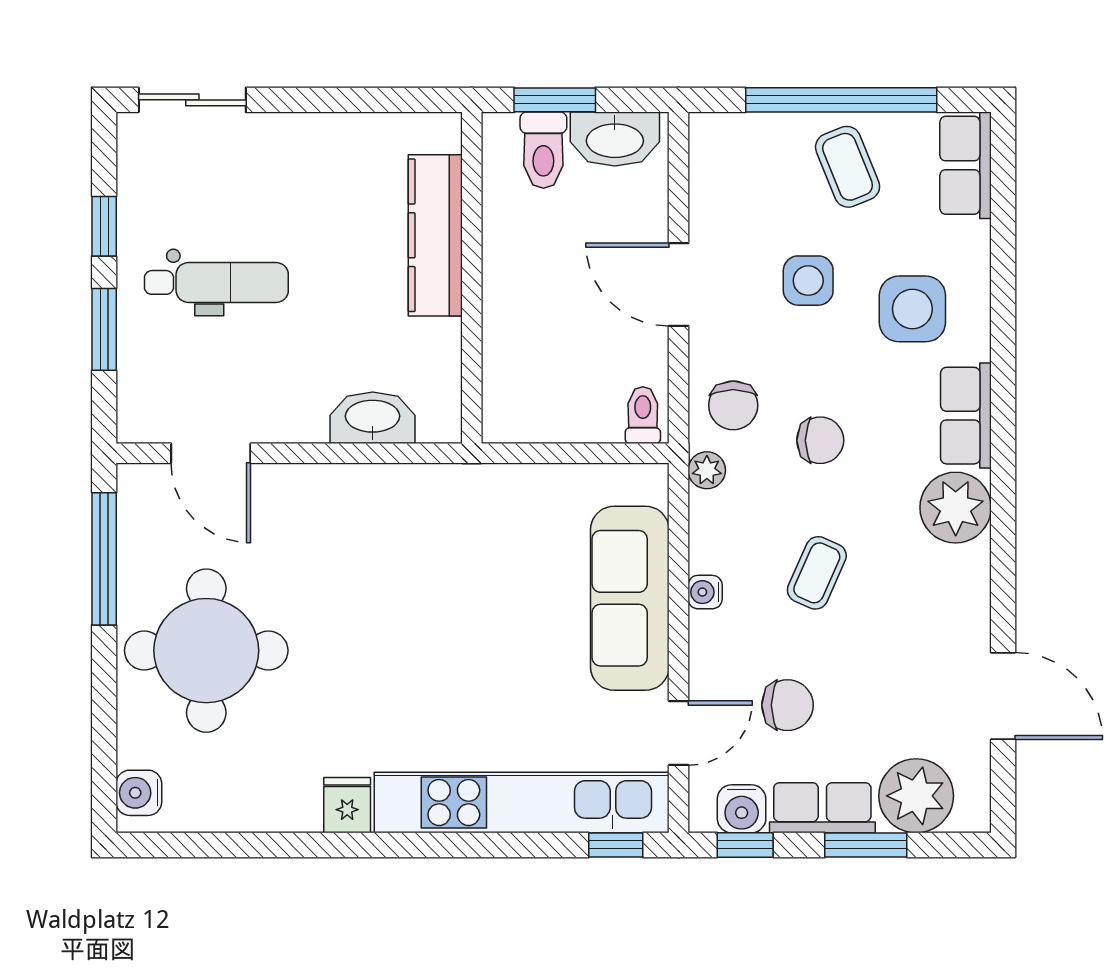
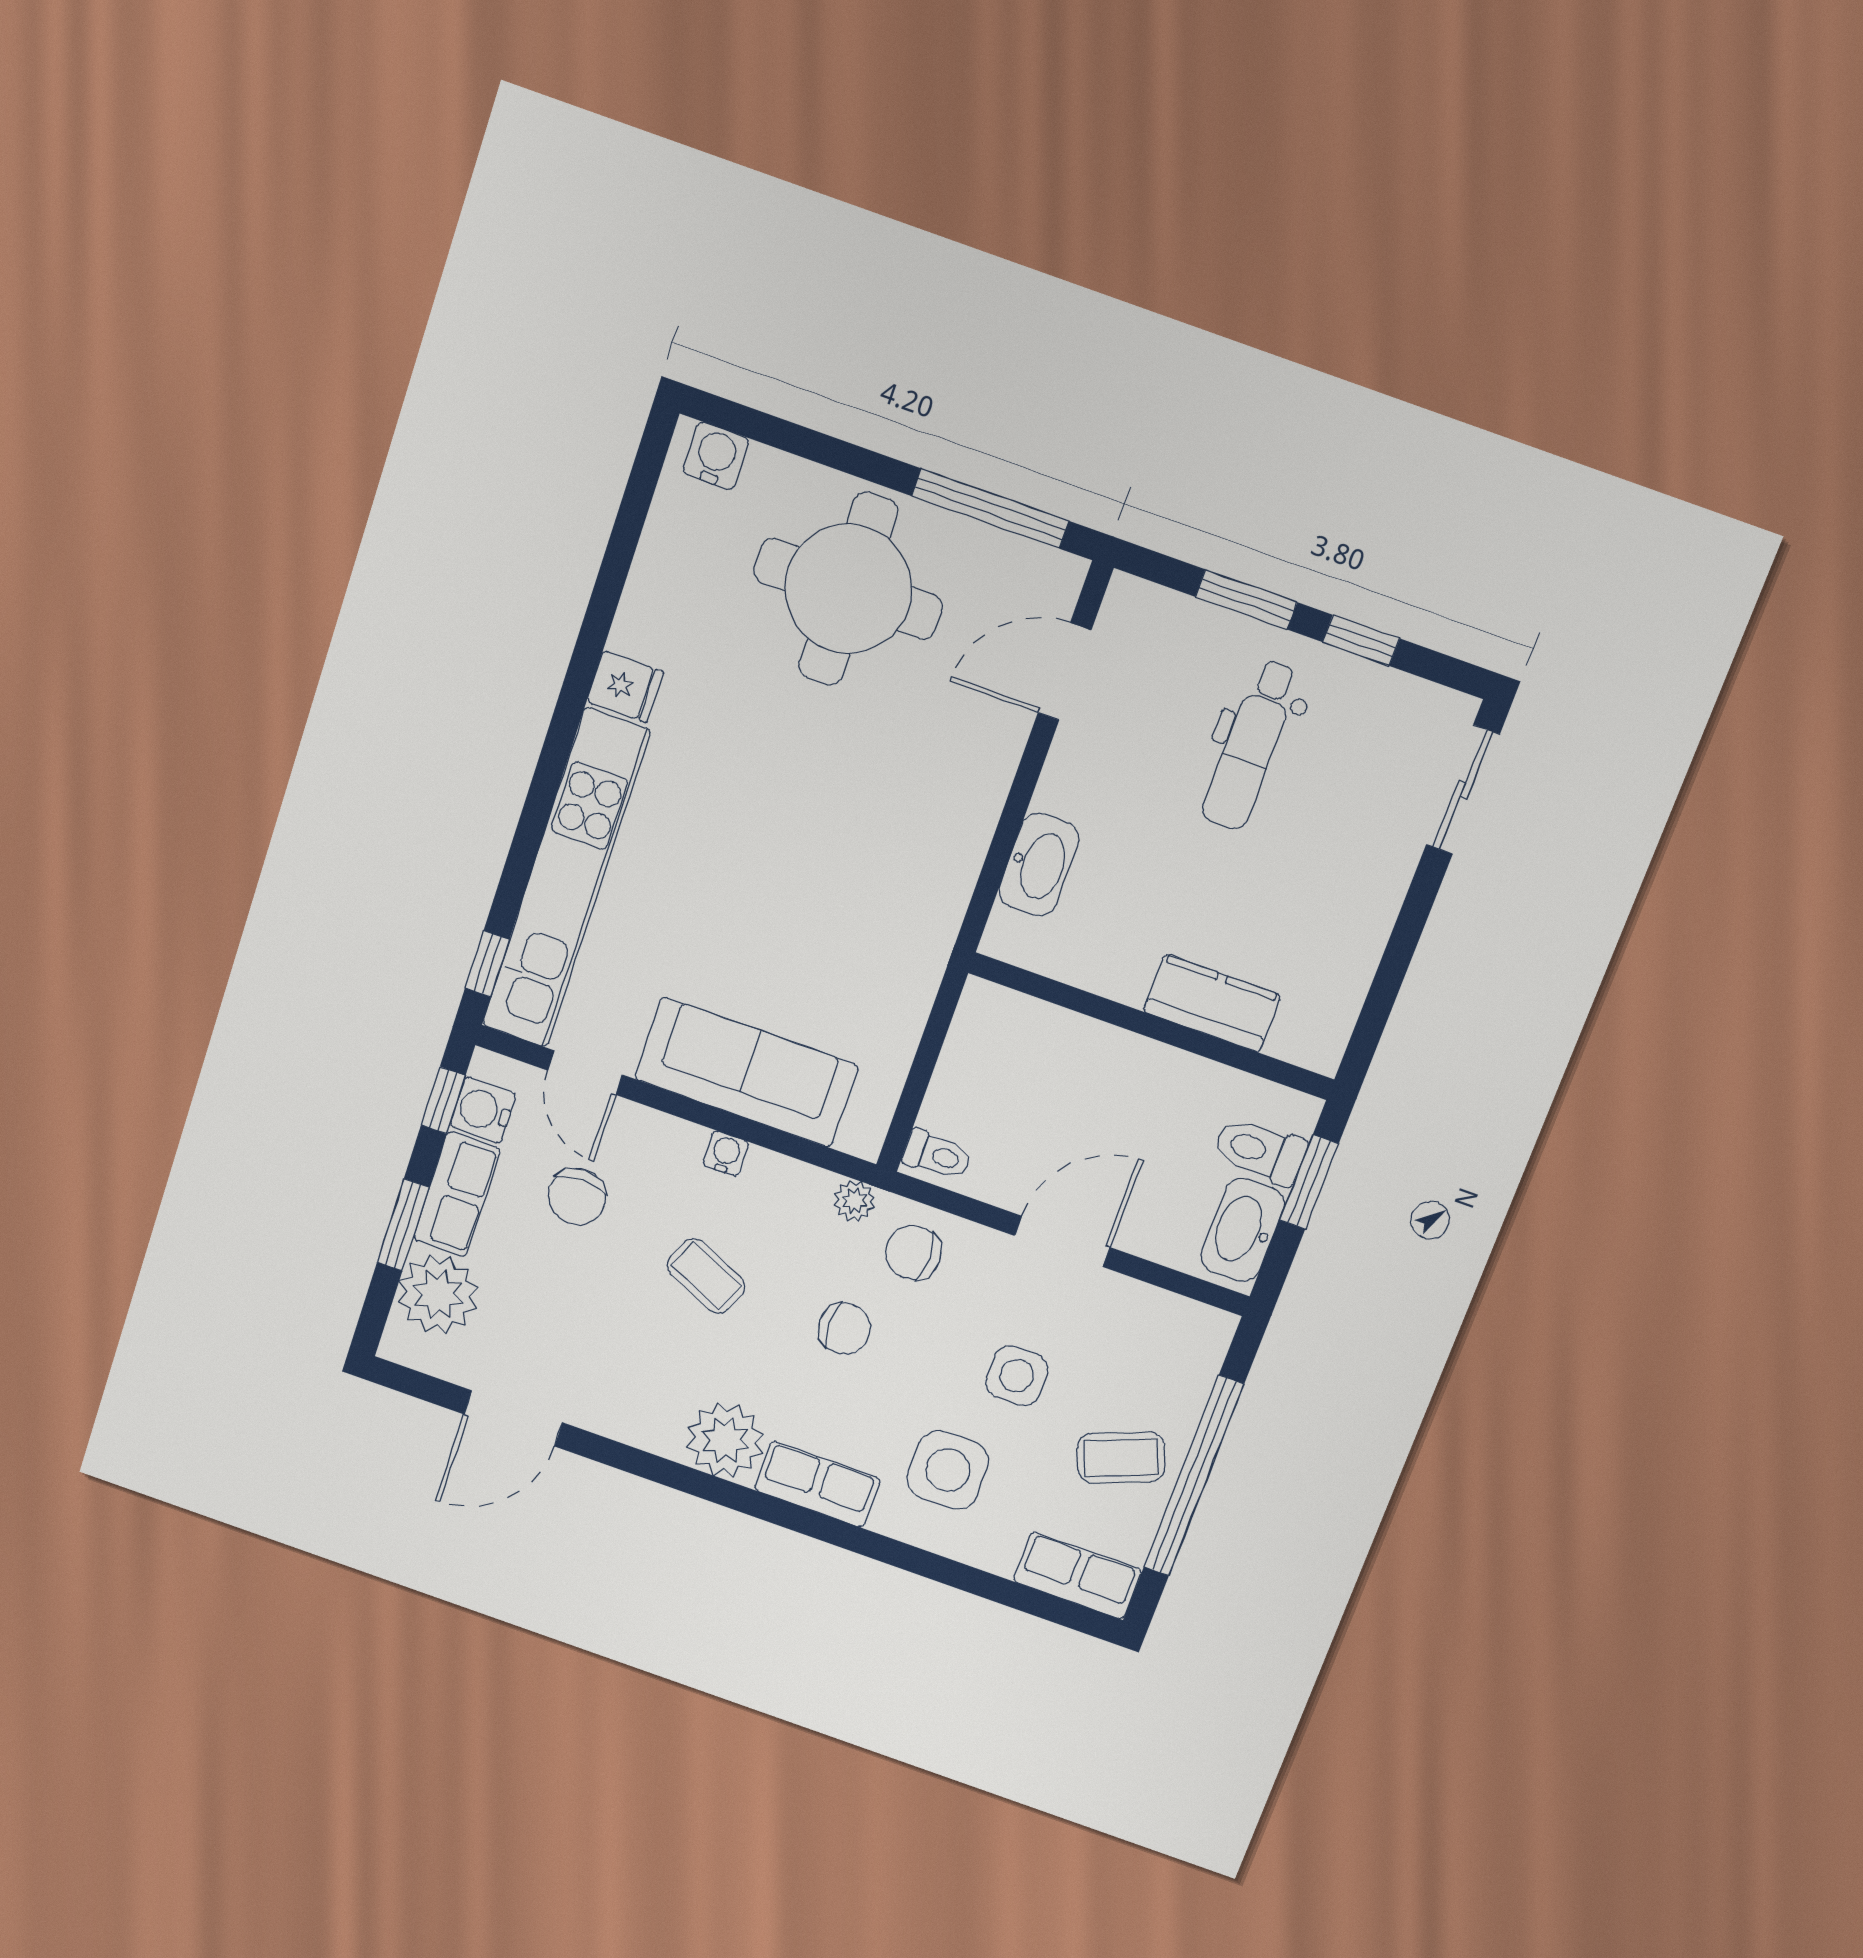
kitchen counter: (435, 235) -> (1212, 1003), width x0.67
chair: (820, 440) -> (844, 1329), turned -90

